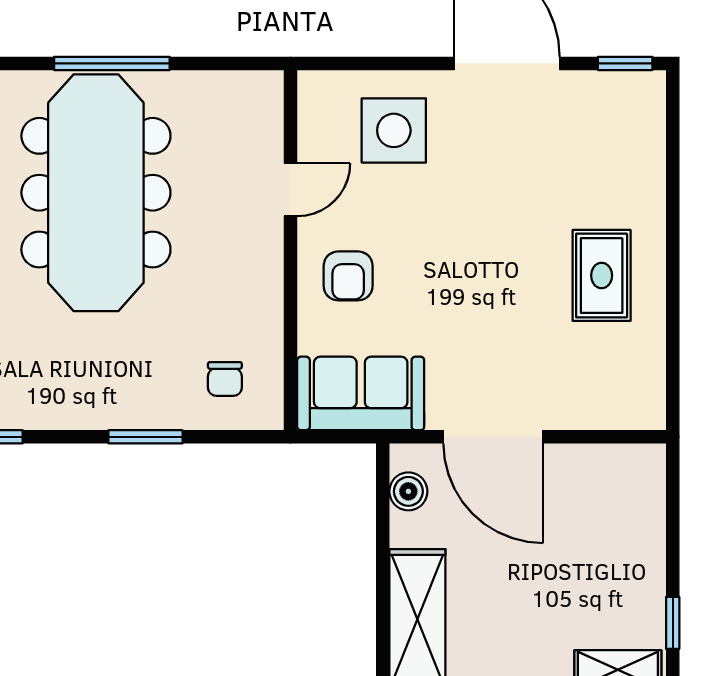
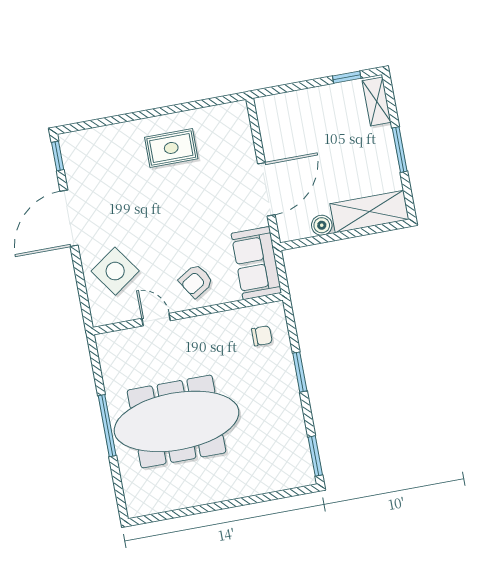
side table: (394, 130) -> (115, 271), turned -35
armchair: (348, 276) -> (196, 281), turned 148
boiler: (408, 491) -> (322, 225), moved

